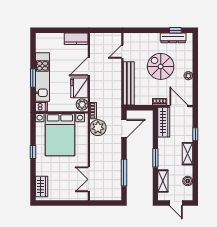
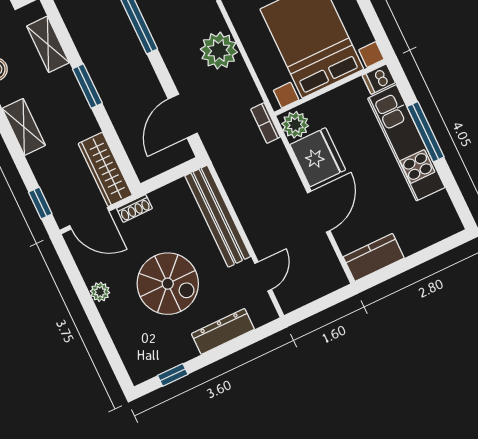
dresser: (173, 38) -> (223, 331), moved
window: (33, 78) -> (426, 132), width x1.44
plant: (98, 128) -> (219, 51), moved
window: (195, 134) -> (40, 203), moved

